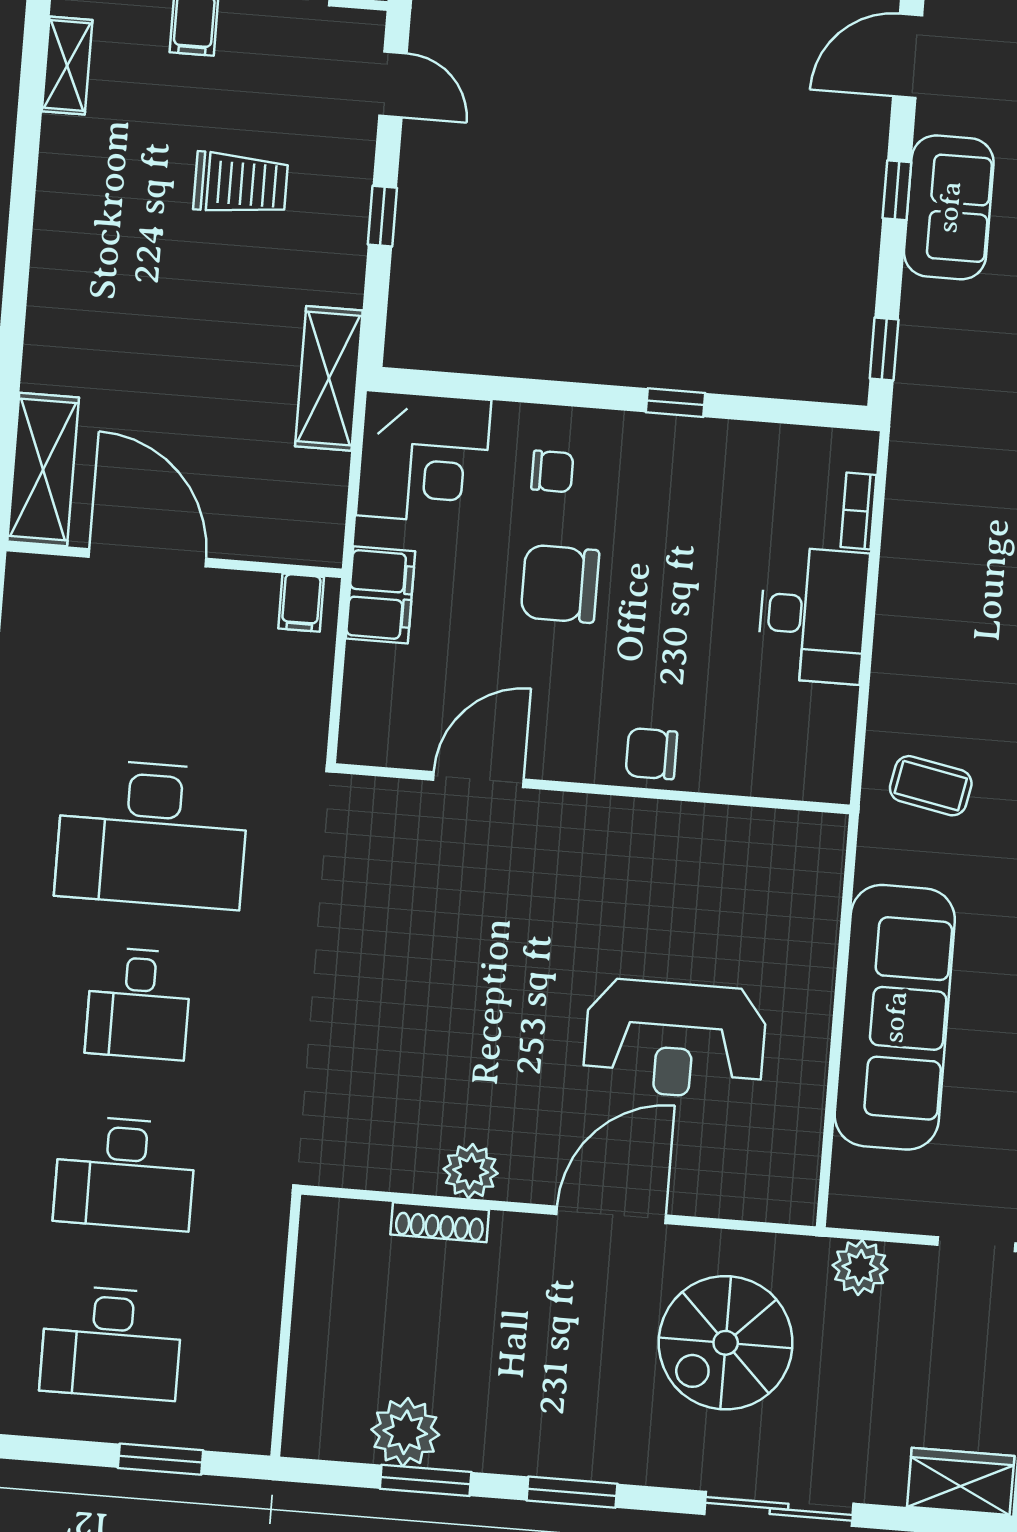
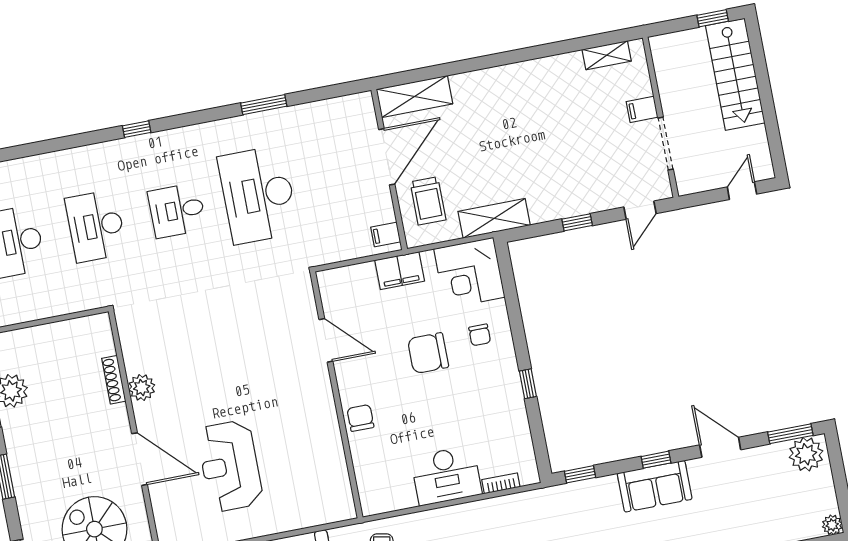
trolley: (241, 184) -> (428, 201), moved
chair: (560, 584) -> (428, 353), turned -90

